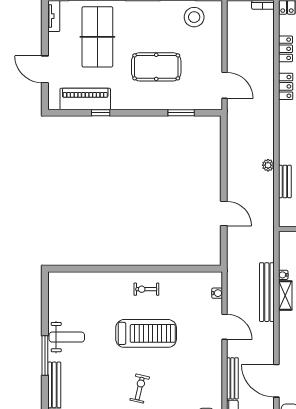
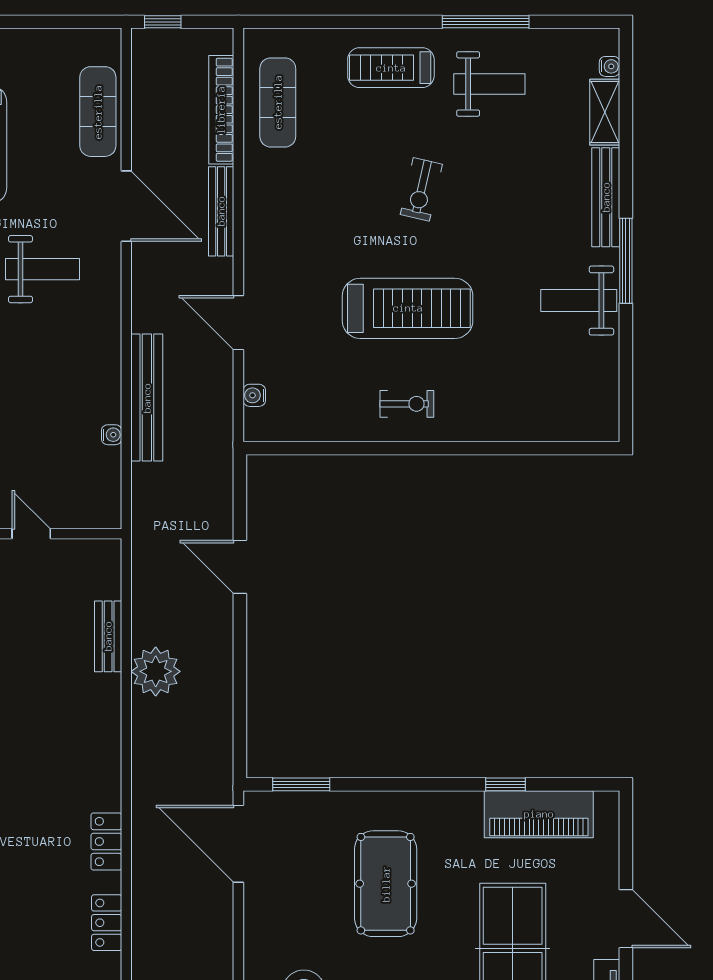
pool table: (156, 67) -> (386, 884), turned 90
door: (45, 69) -> (626, 919), moved
door: (224, 85) -> (238, 844), width x1.36
window: (181, 113) -> (301, 784), moved
plant: (268, 165) -> (156, 671), width x1.87, depth x1.87
shelving: (285, 295) -> (107, 390), removed
treadmill: (146, 333) -> (408, 308), turned 180

